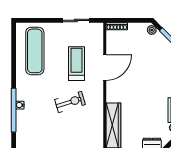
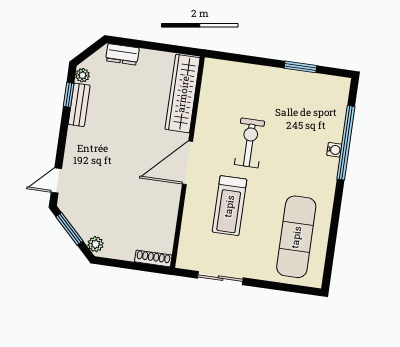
door: (105, 67) -> (188, 163), moved
exercise bike: (70, 102) -> (250, 143), turned 107

